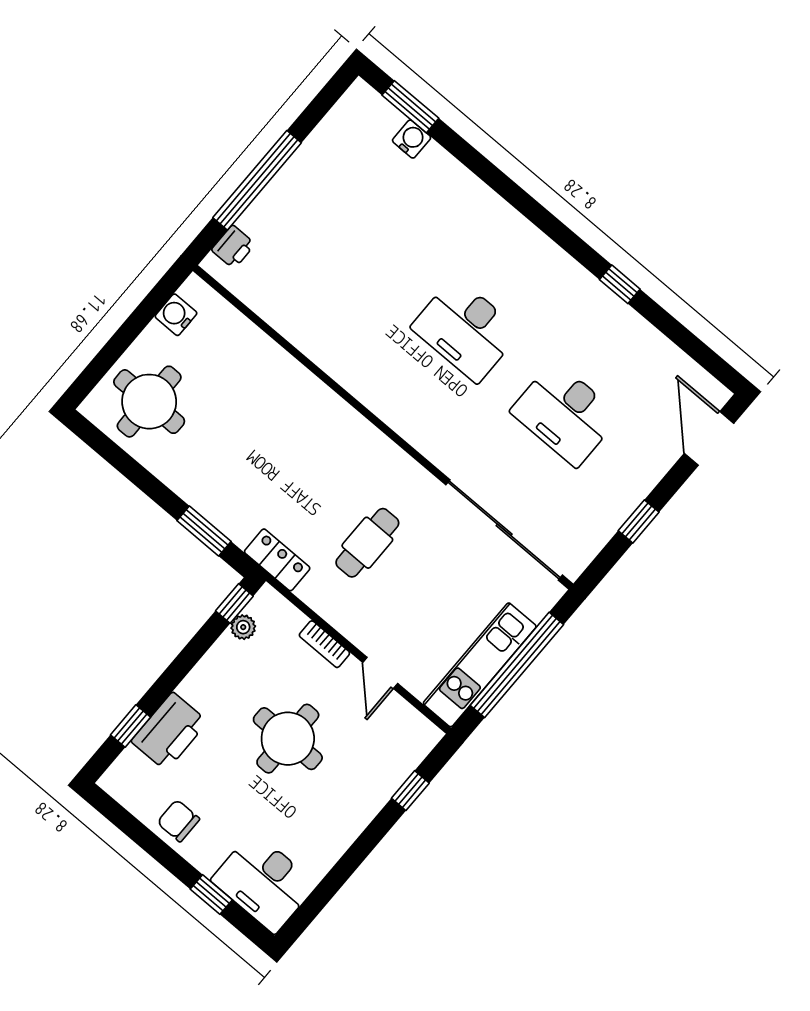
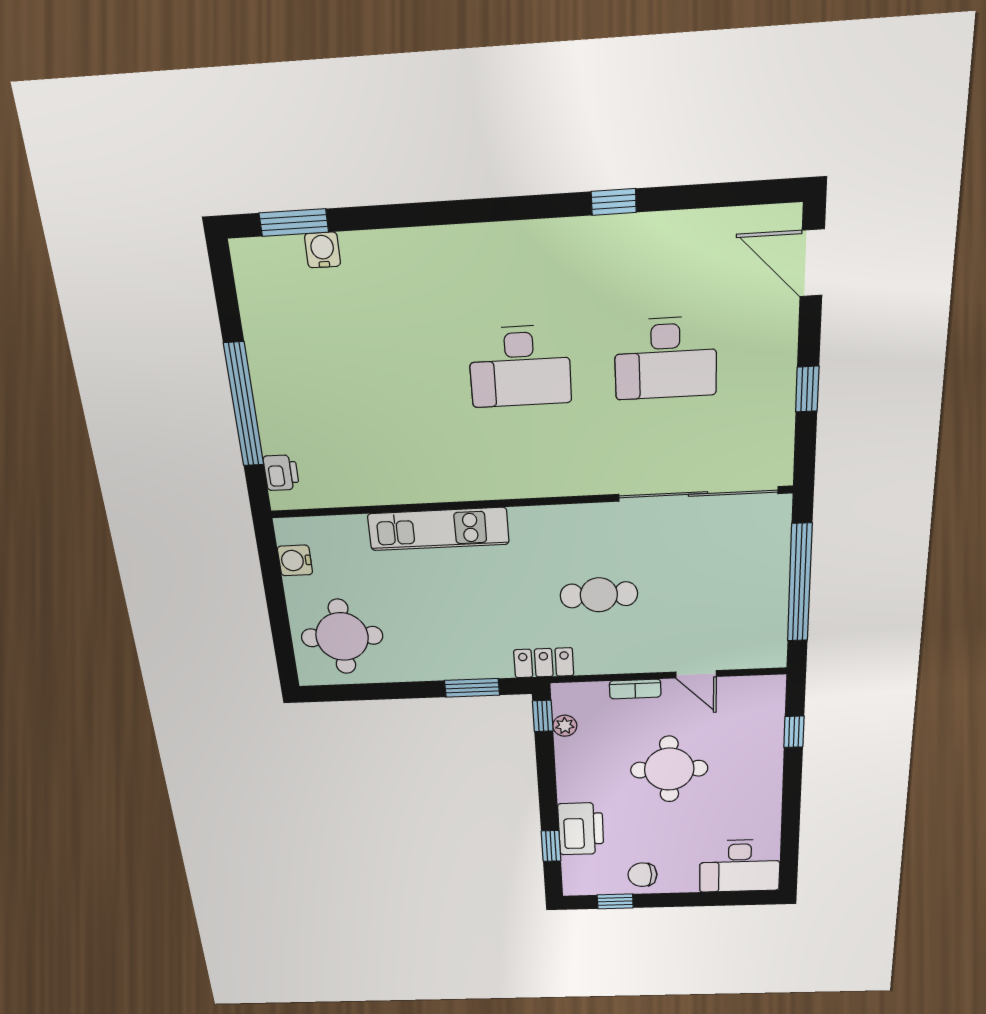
cafe table: (367, 543) -> (599, 595), turned 90
kitchen unit: (480, 665) -> (438, 529), moved, turned -90
window: (211, 895) -> (615, 901), moved

